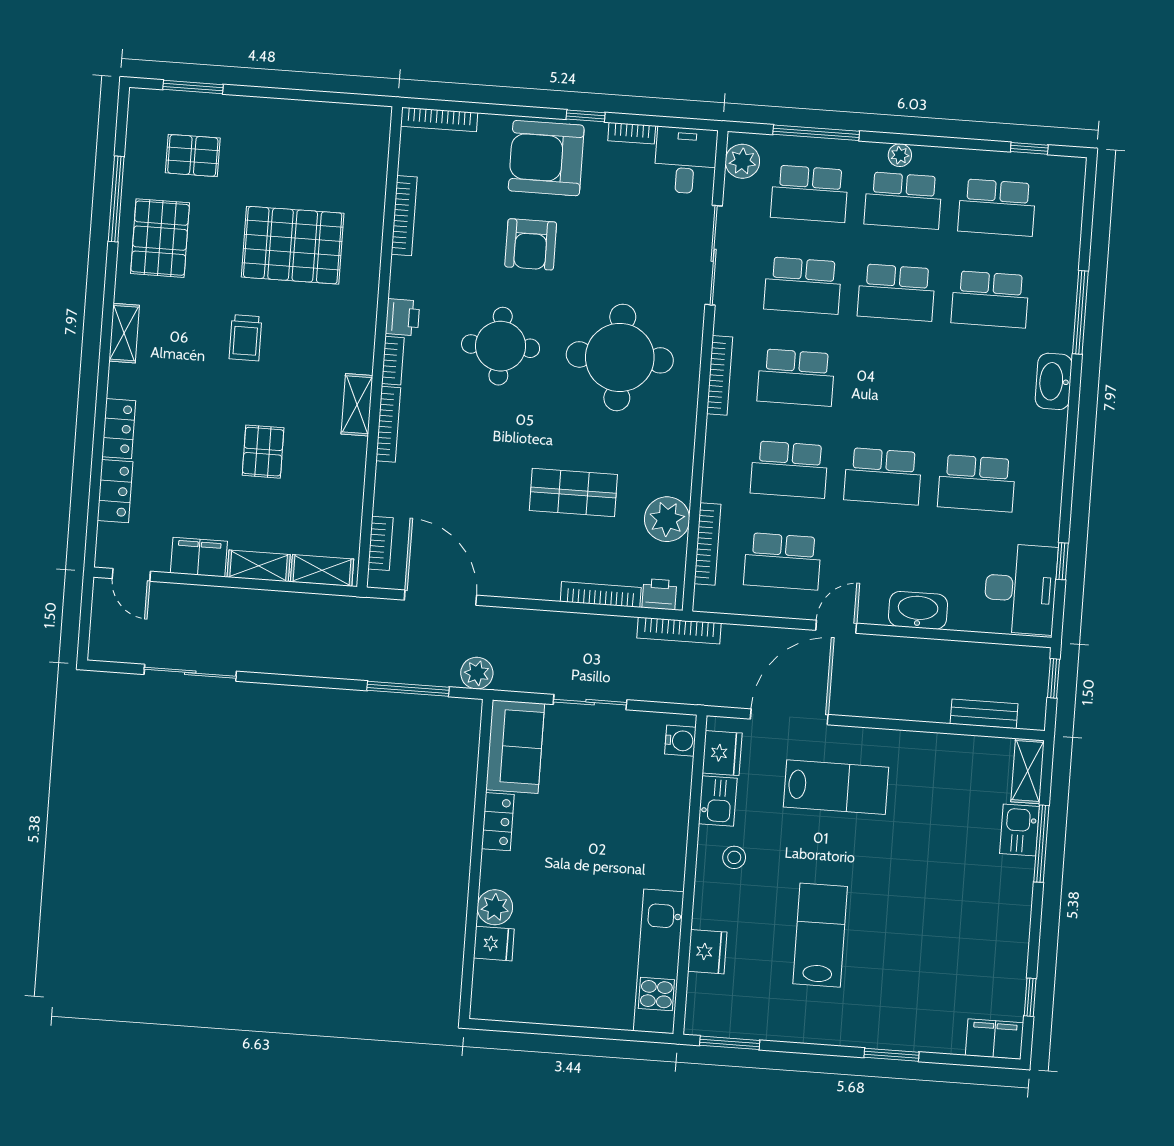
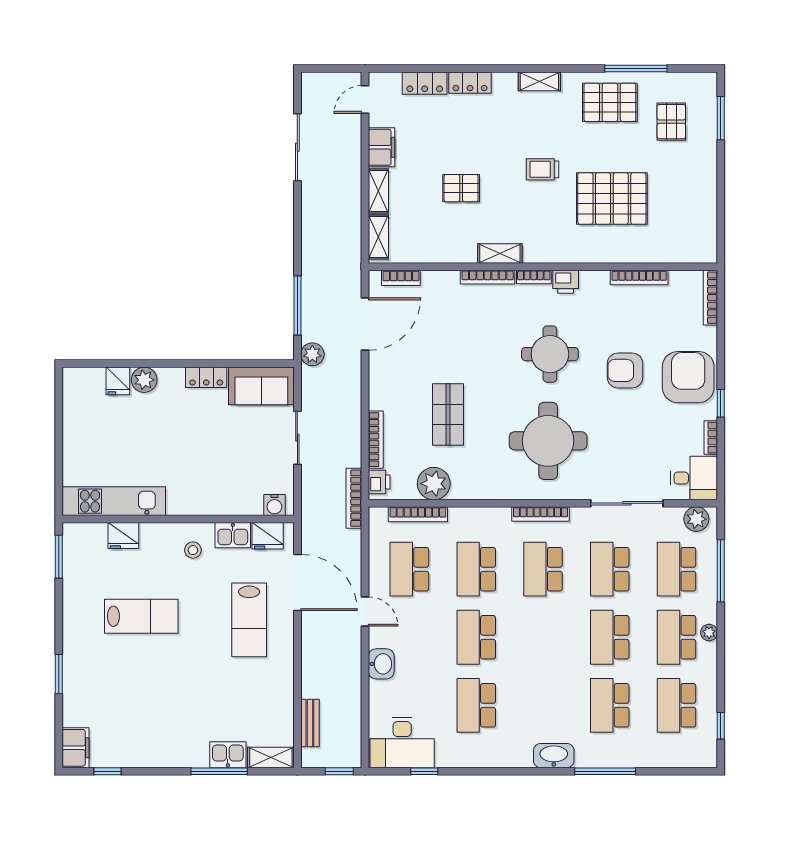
pallet: (293, 245) -> (612, 199), turned 90
washbasin: (918, 610) -> (381, 664), width x0.72

